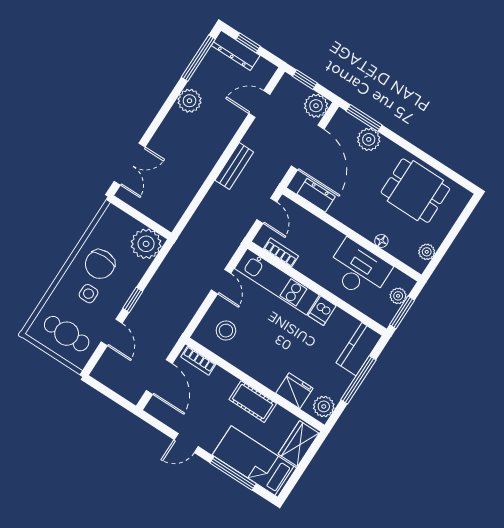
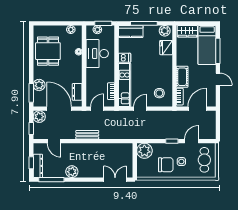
door: (308, 147) -> (59, 109), hinge flipped
cot: (253, 402) -> (182, 77), moved

